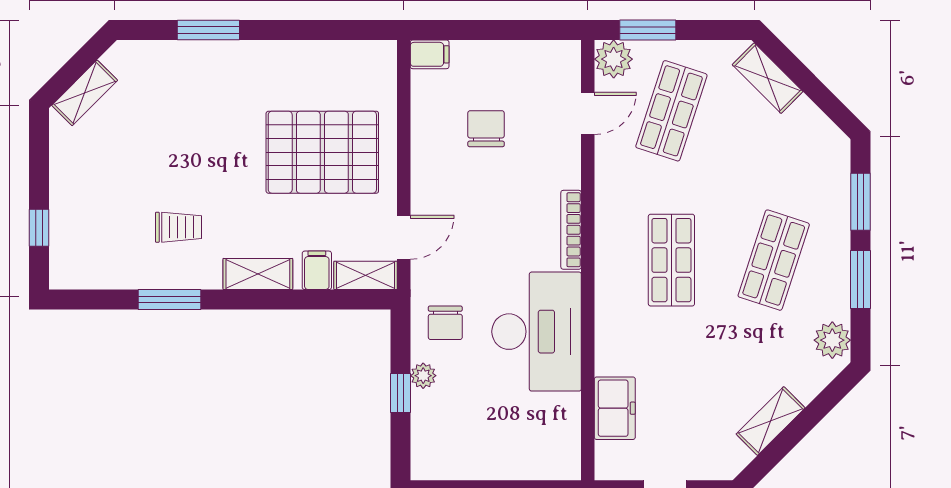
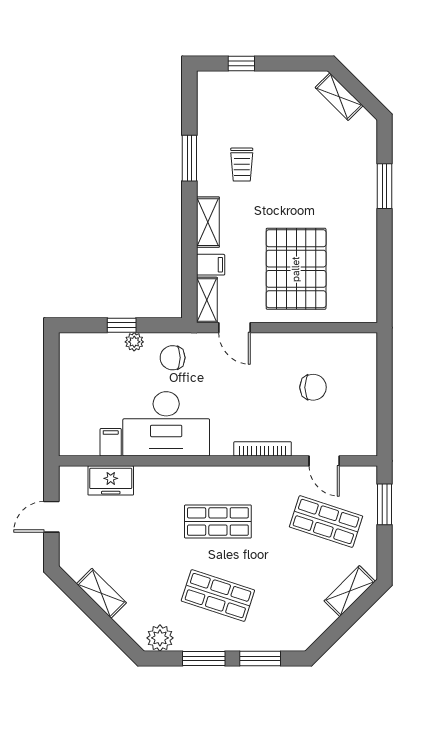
filing cabinet: (430, 54) -> (111, 442), moved, turned 180
plant: (614, 59) -> (363, 480), removed
bookcase: (571, 230) -> (263, 449), moved

